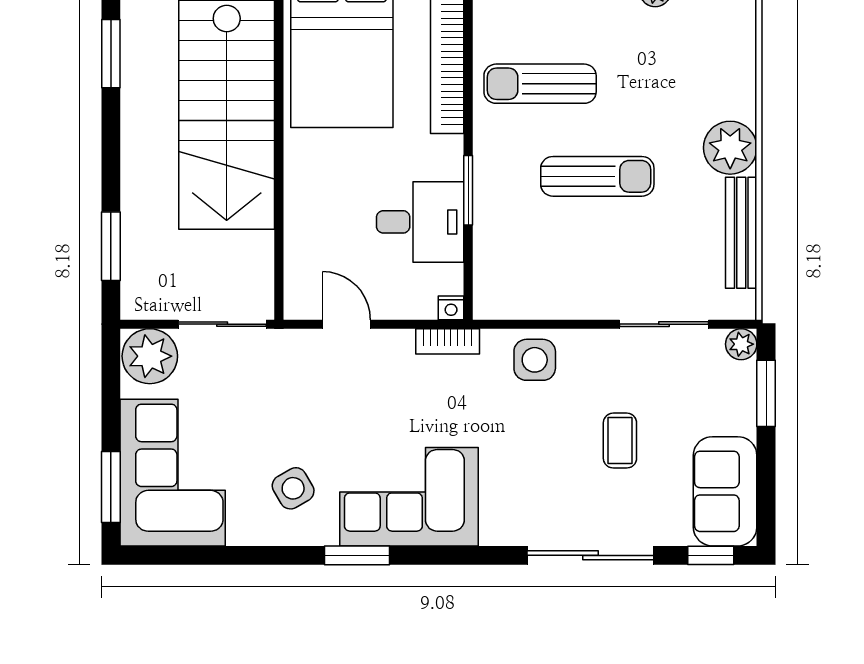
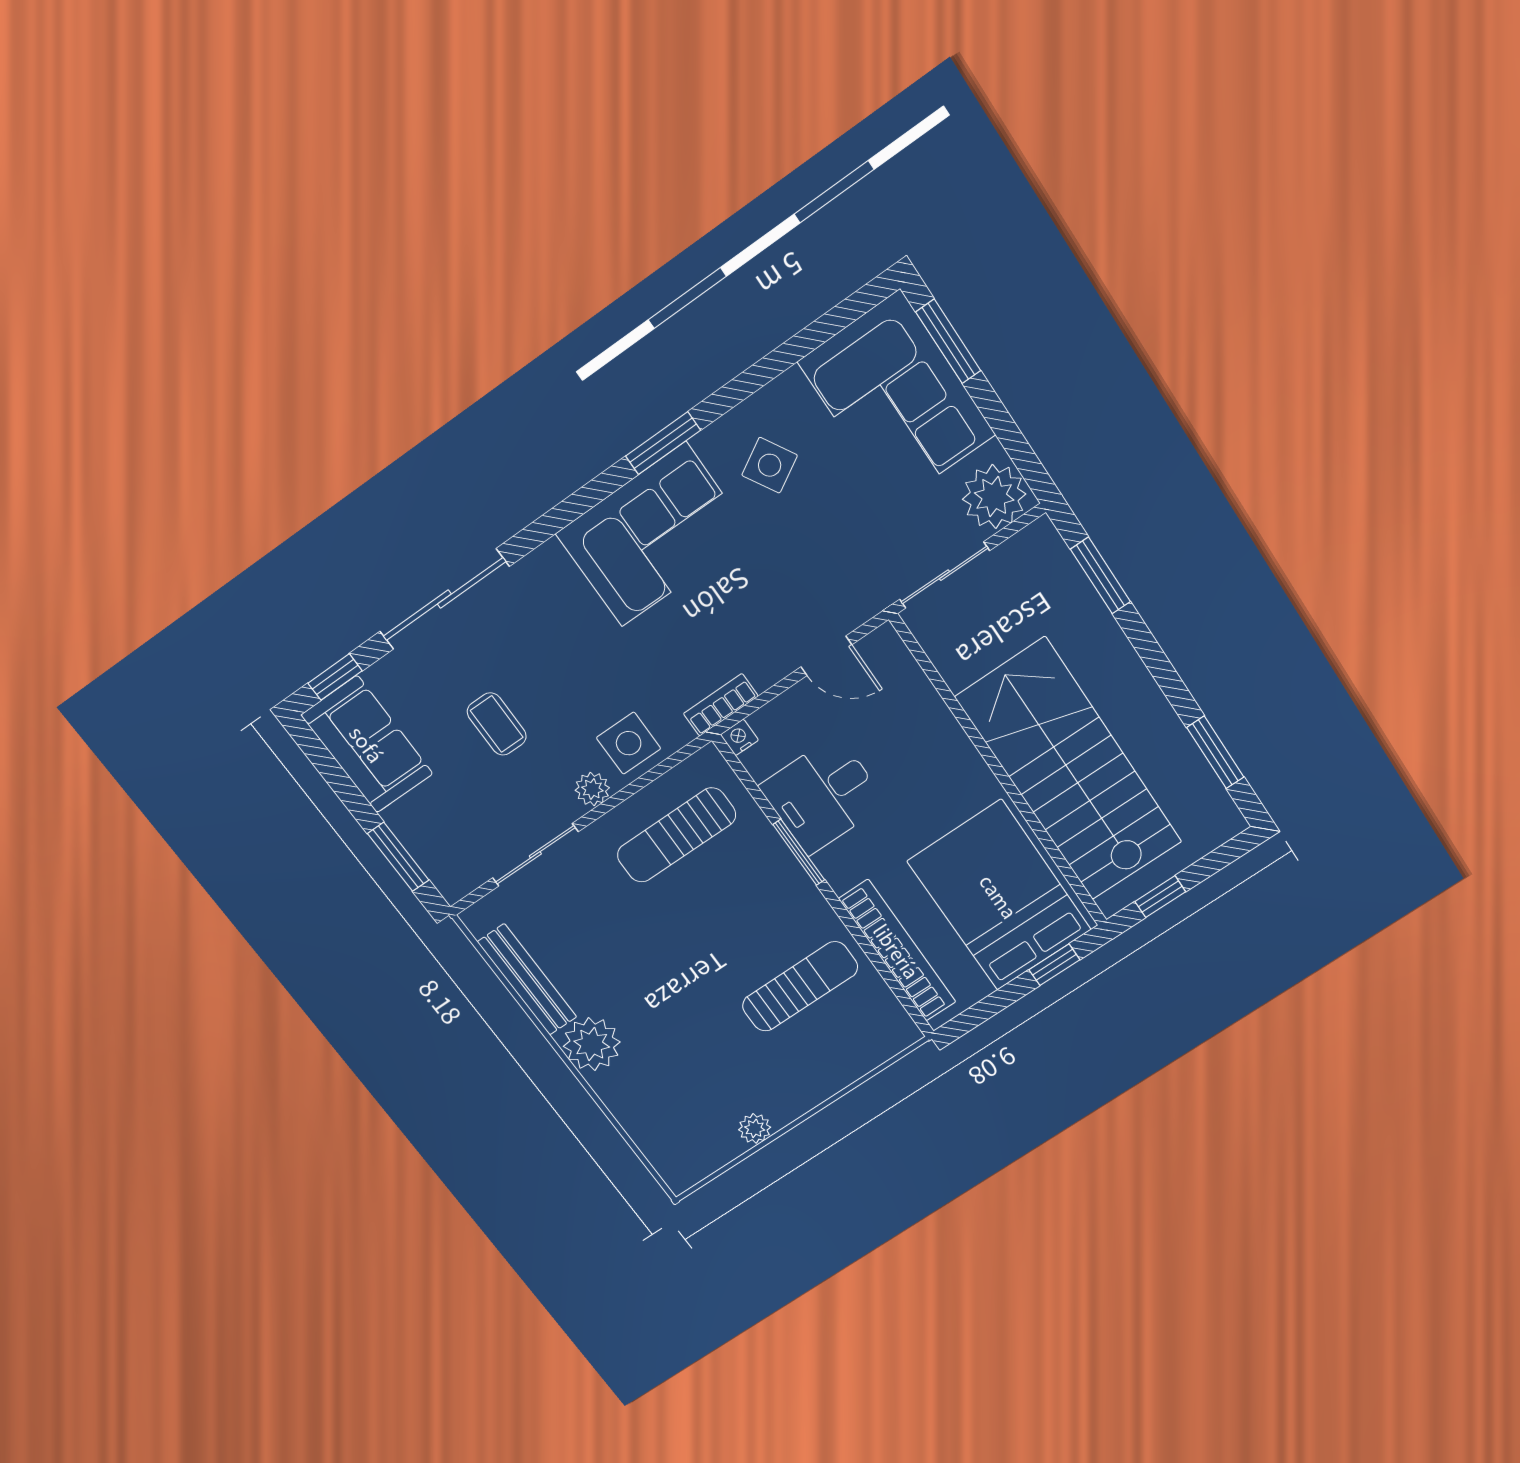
sun lounger: (597, 176) -> (676, 835), moved
plant: (741, 344) -> (592, 789), moved

